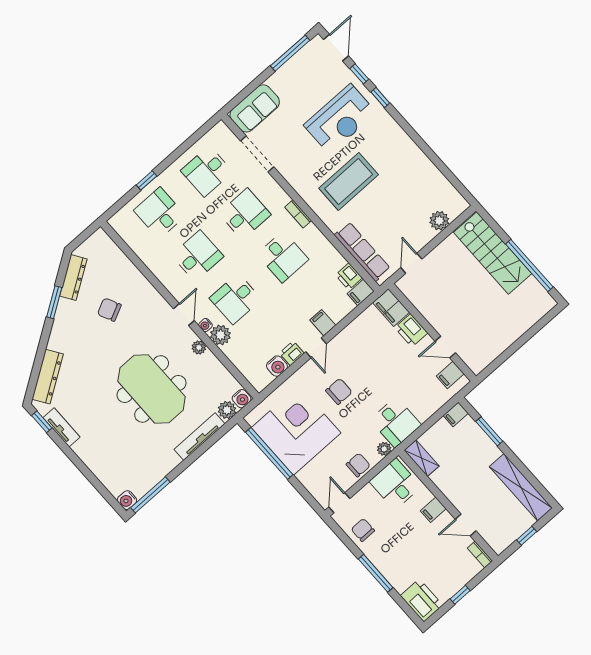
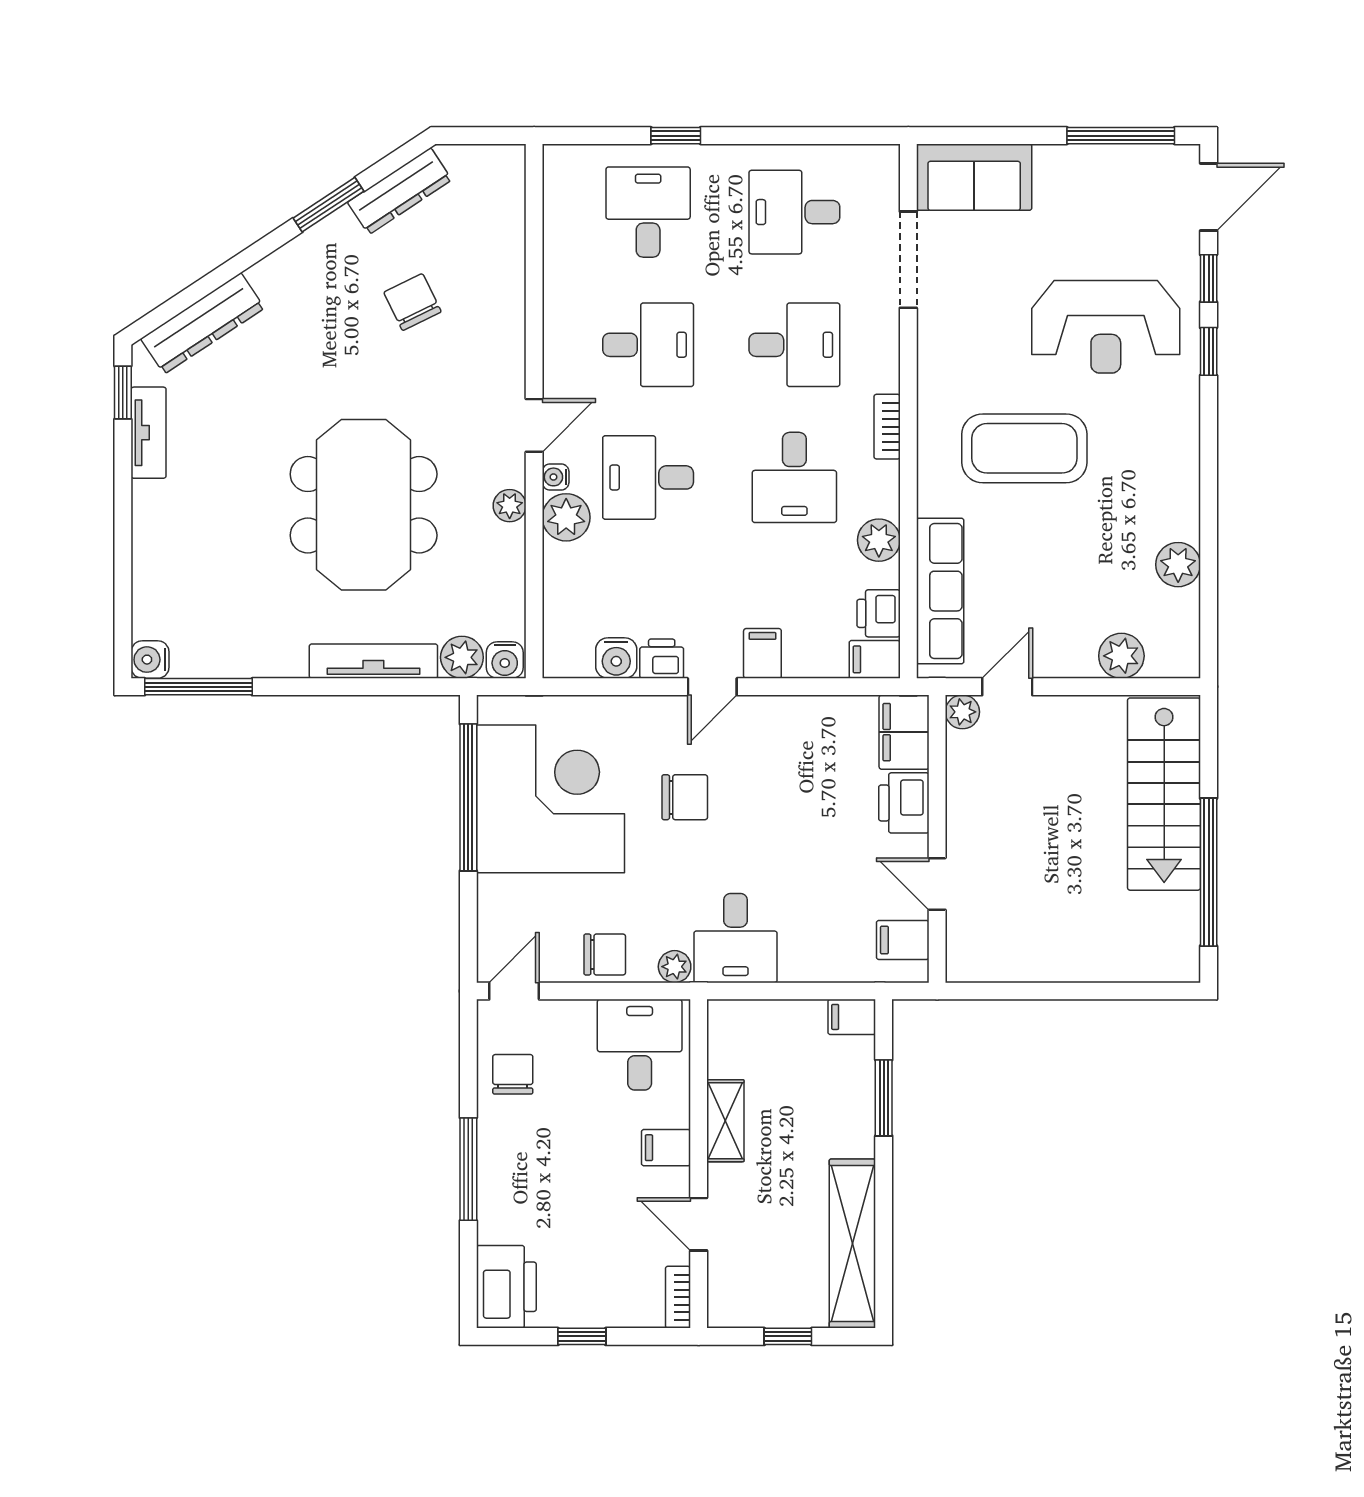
plant: (431, 175) -> (1178, 565), added
plant: (328, 253) -> (879, 540), added
plant: (404, 284) -> (962, 712), added
shelving: (422, 458) -> (725, 1121), moved

